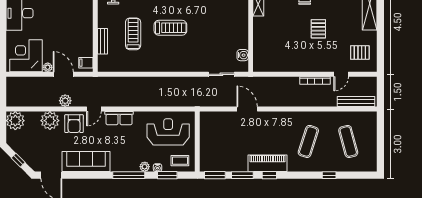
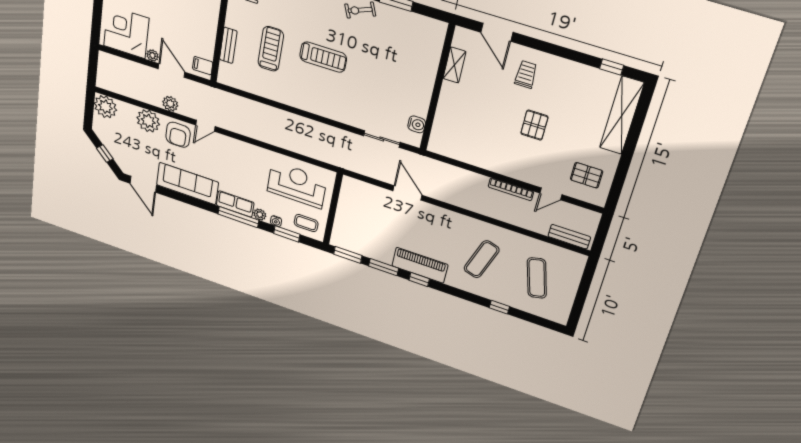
bench: (356, 102) -> (569, 237), width x0.73
row of seats: (119, 118) -> (235, 204), moved, turned 180

